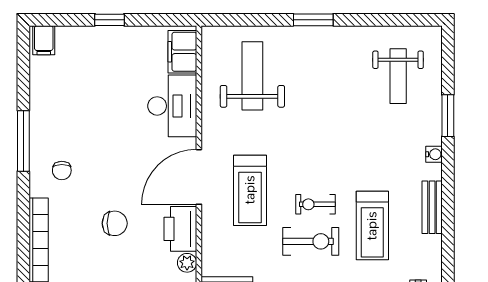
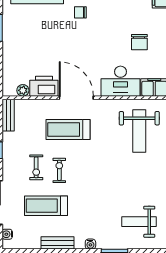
weight bench: (252, 76) -> (139, 131), turned 90
chair: (115, 223) -> (139, 42), moved
exercise bike: (311, 241) -> (36, 167), width x0.73, depth x0.72

